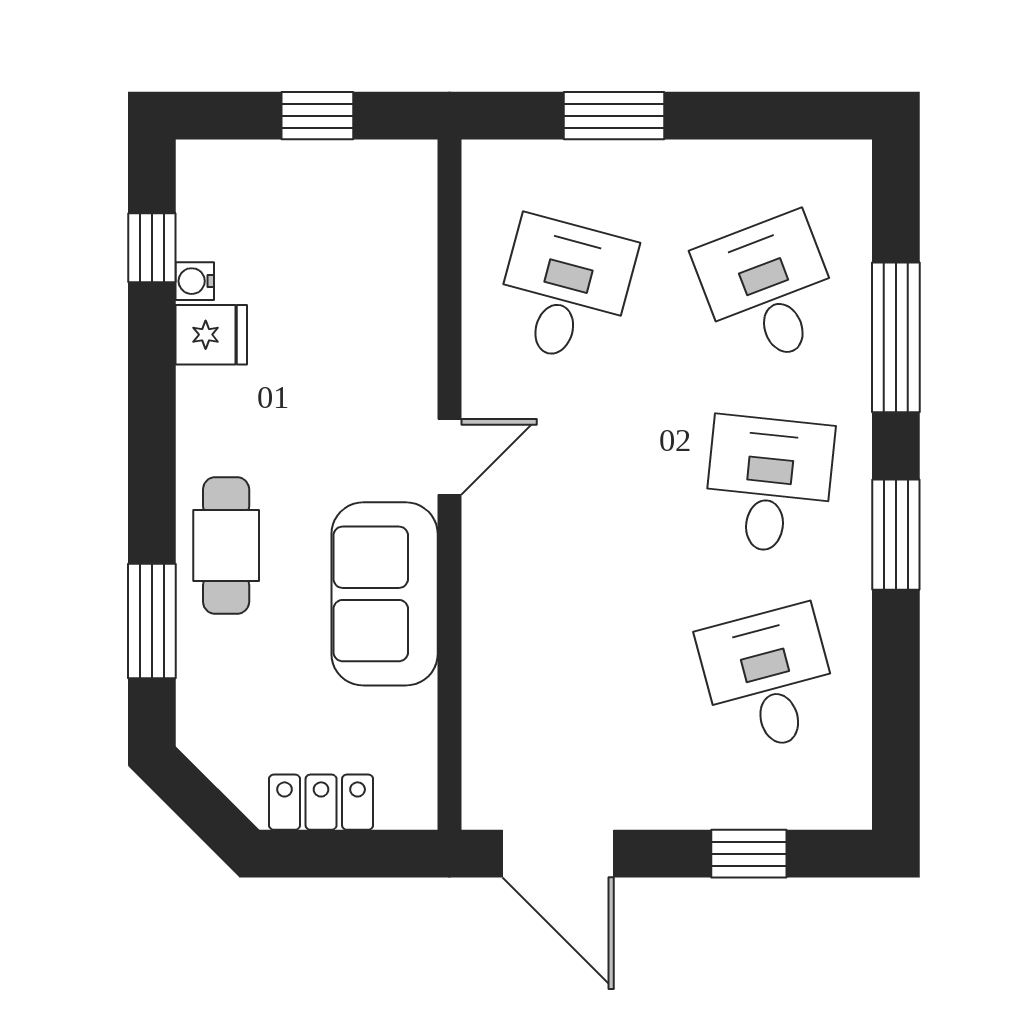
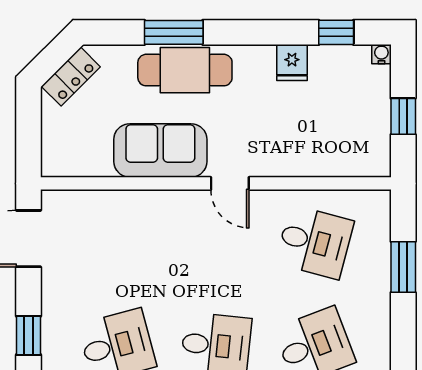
water cooler: (195, 281) -> (381, 54), moved
cafe table: (226, 546) -> (185, 70), width x1.37, depth x1.35
window: (152, 621) -> (174, 32), moved
locker: (321, 802) -> (71, 77), moved, turned 45

